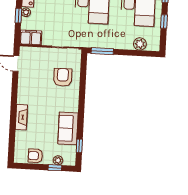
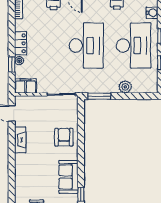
plant: (140, 44) -> (125, 87), moved
armchair: (63, 77) -> (64, 137), moved
fireplace: (21, 117) -> (20, 140), moved

